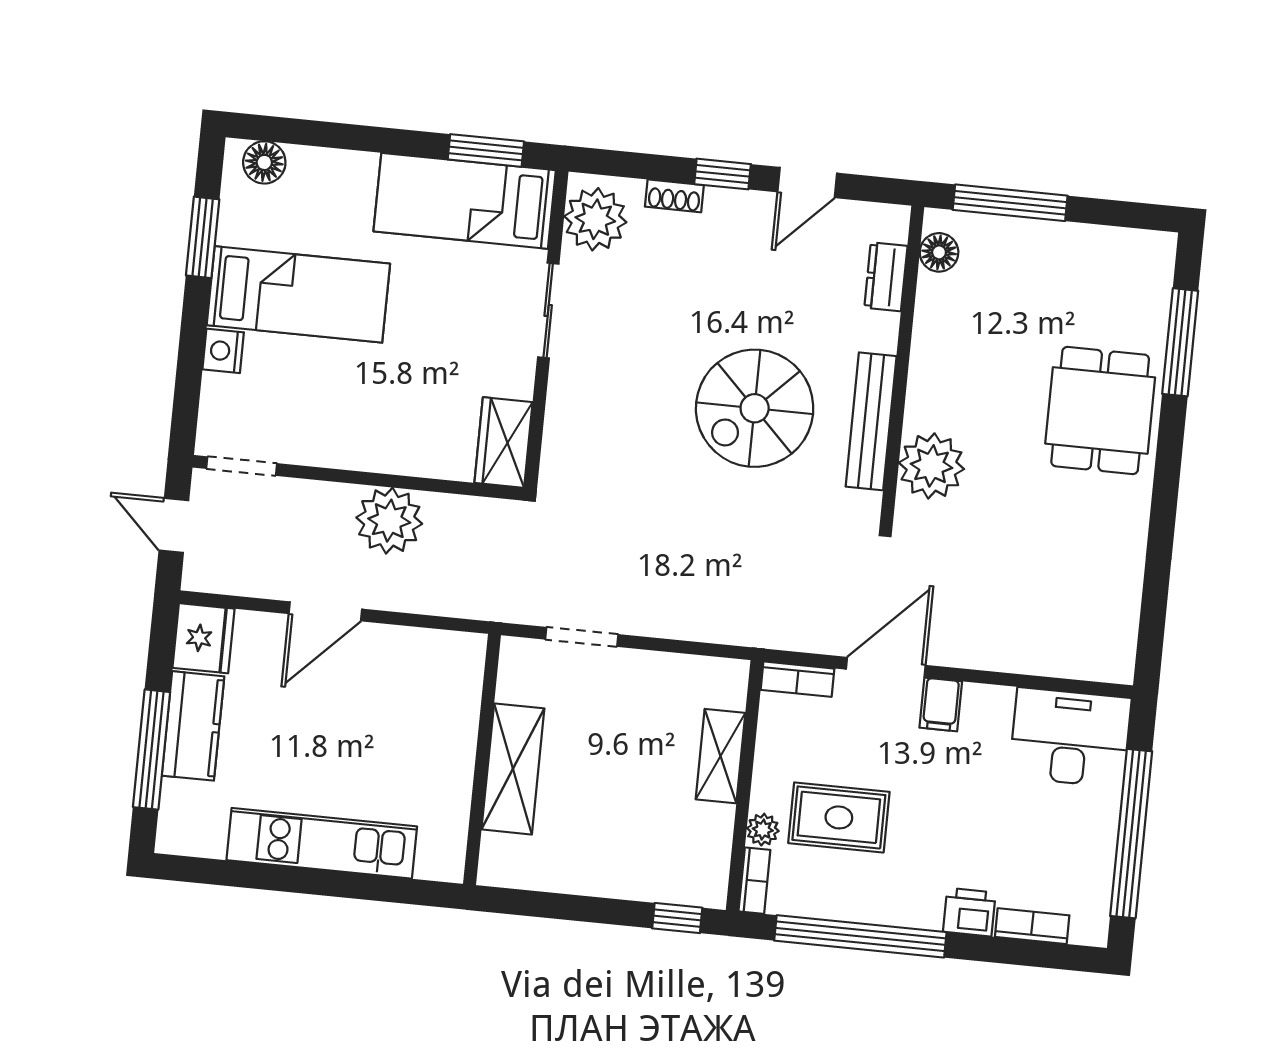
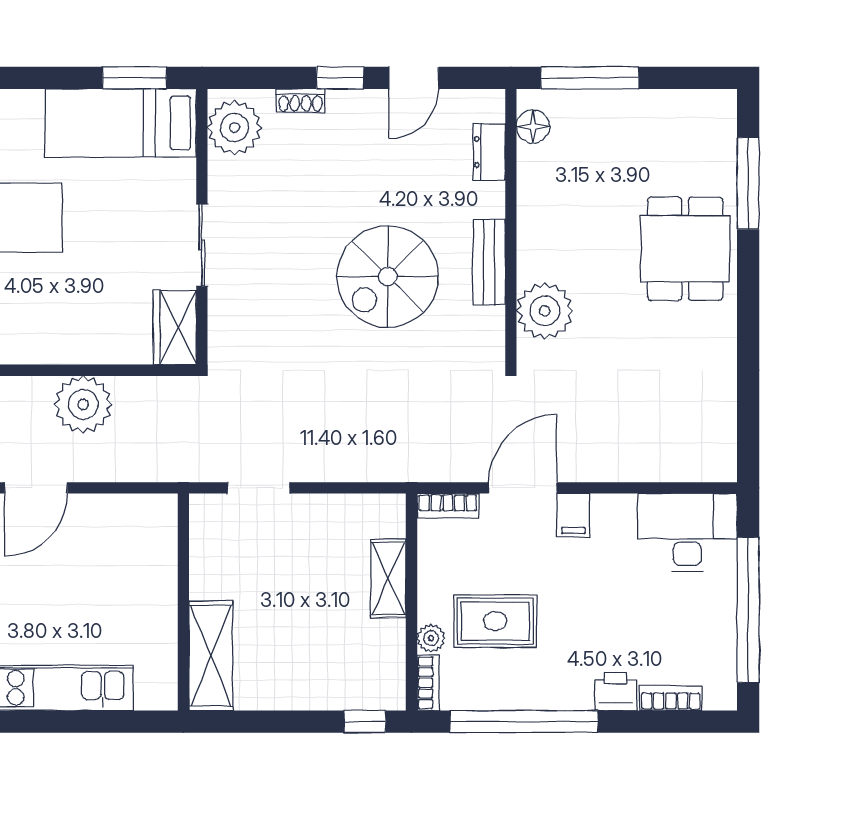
sliding door: (548, 311) -> (202, 245), moved
bench: (871, 421) -> (489, 262), width x0.73
shelving: (513, 769) -> (211, 656), moved

